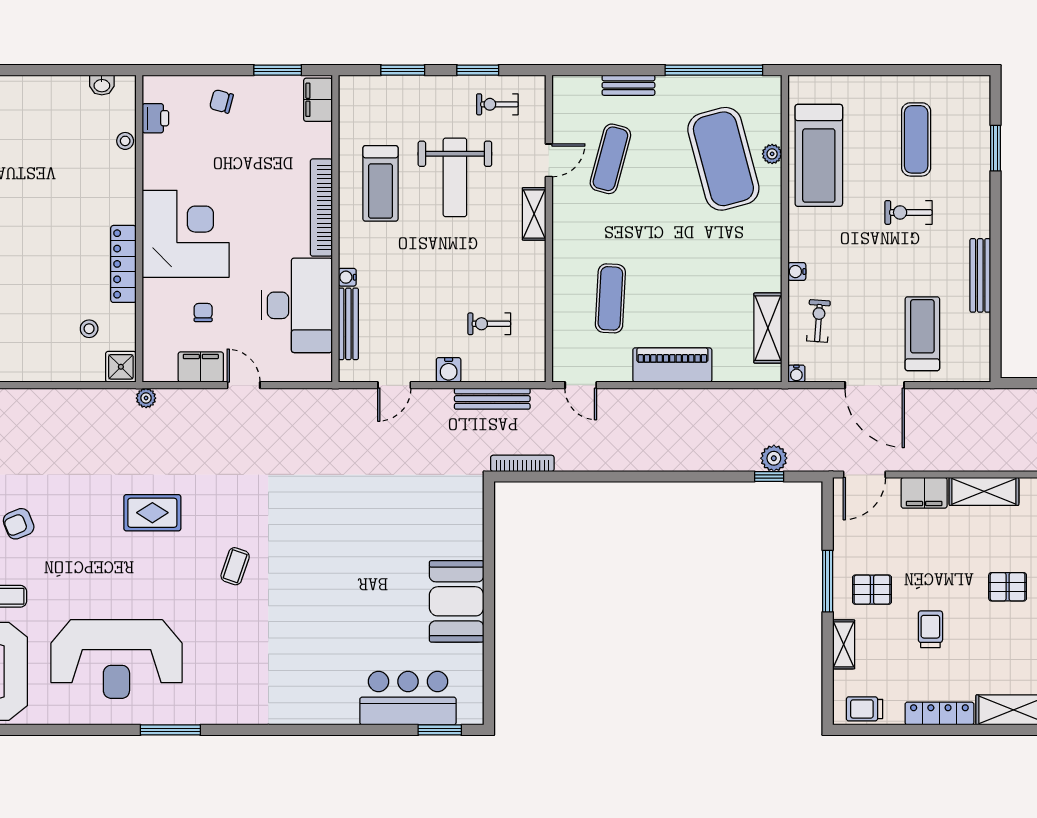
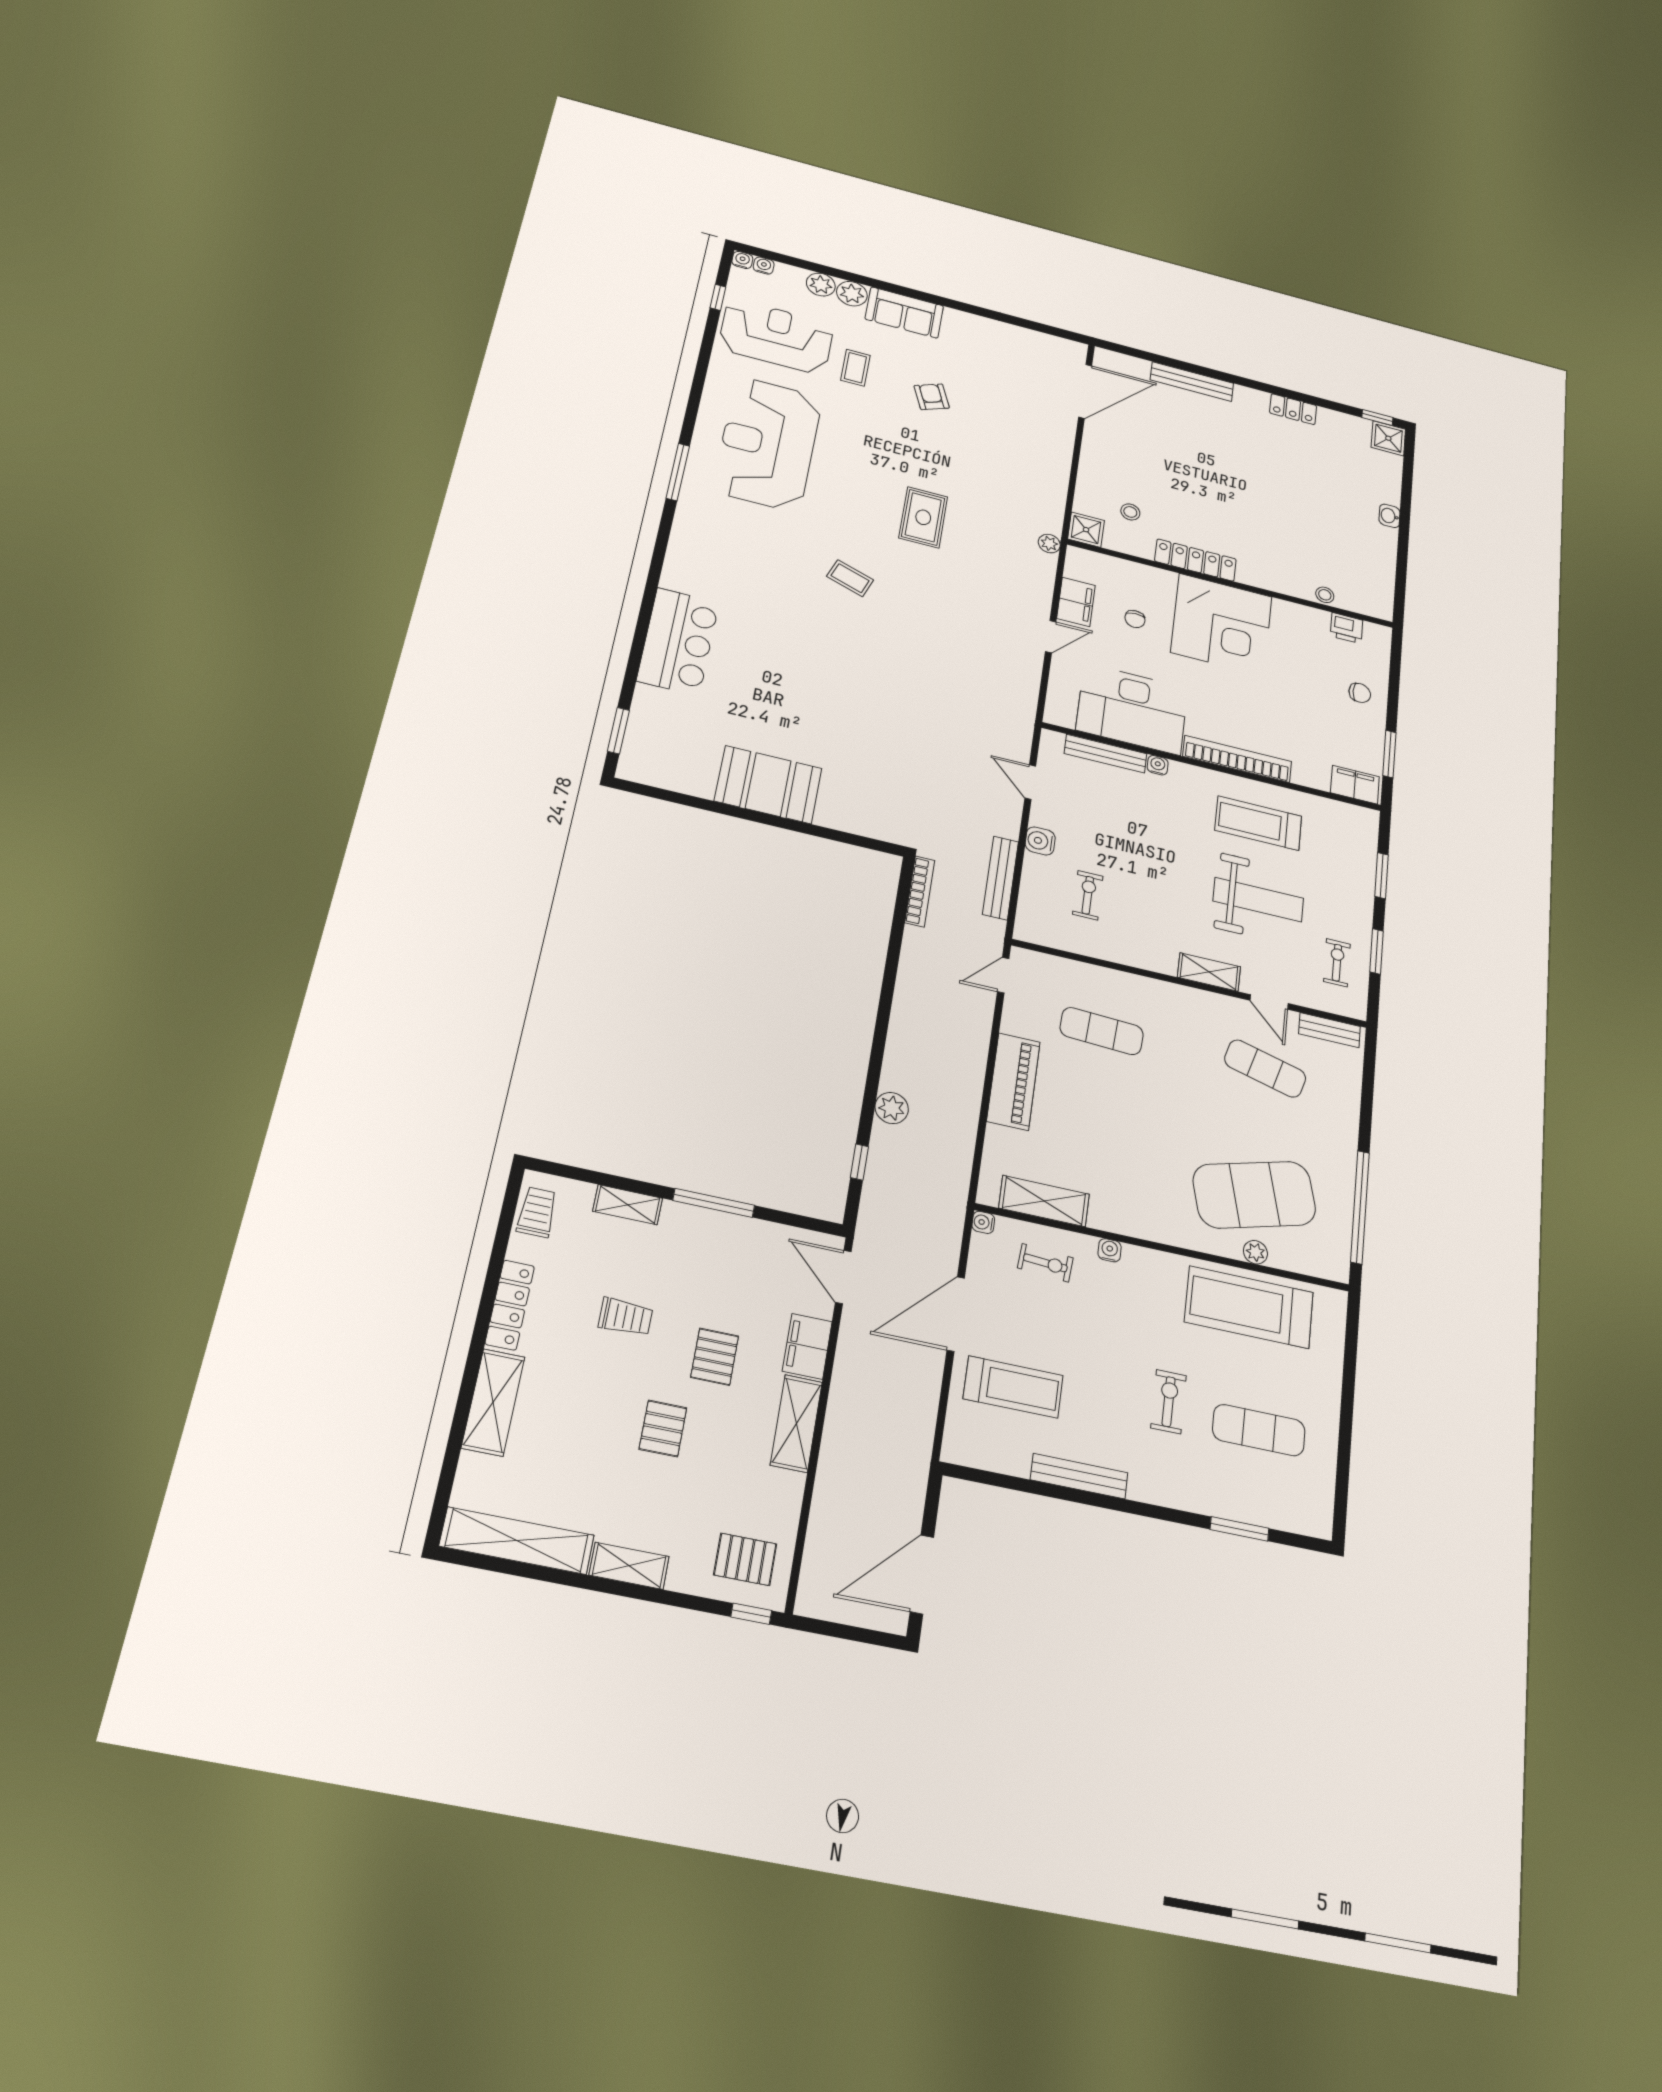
washbasin: (102, 85) -> (1389, 516), moved
bench: (628, 85) -> (1330, 1030), moved, turned 90
chair: (221, 101) -> (1360, 693), turned 75
weight bench: (455, 177) -> (1258, 900), turned 180
chair: (203, 312) -> (1135, 619), turned 90
plant: (774, 458) -> (892, 1108), moved
pallet: (872, 590) -> (715, 1357), moved
bar counter: (408, 698) -> (678, 642), moved

